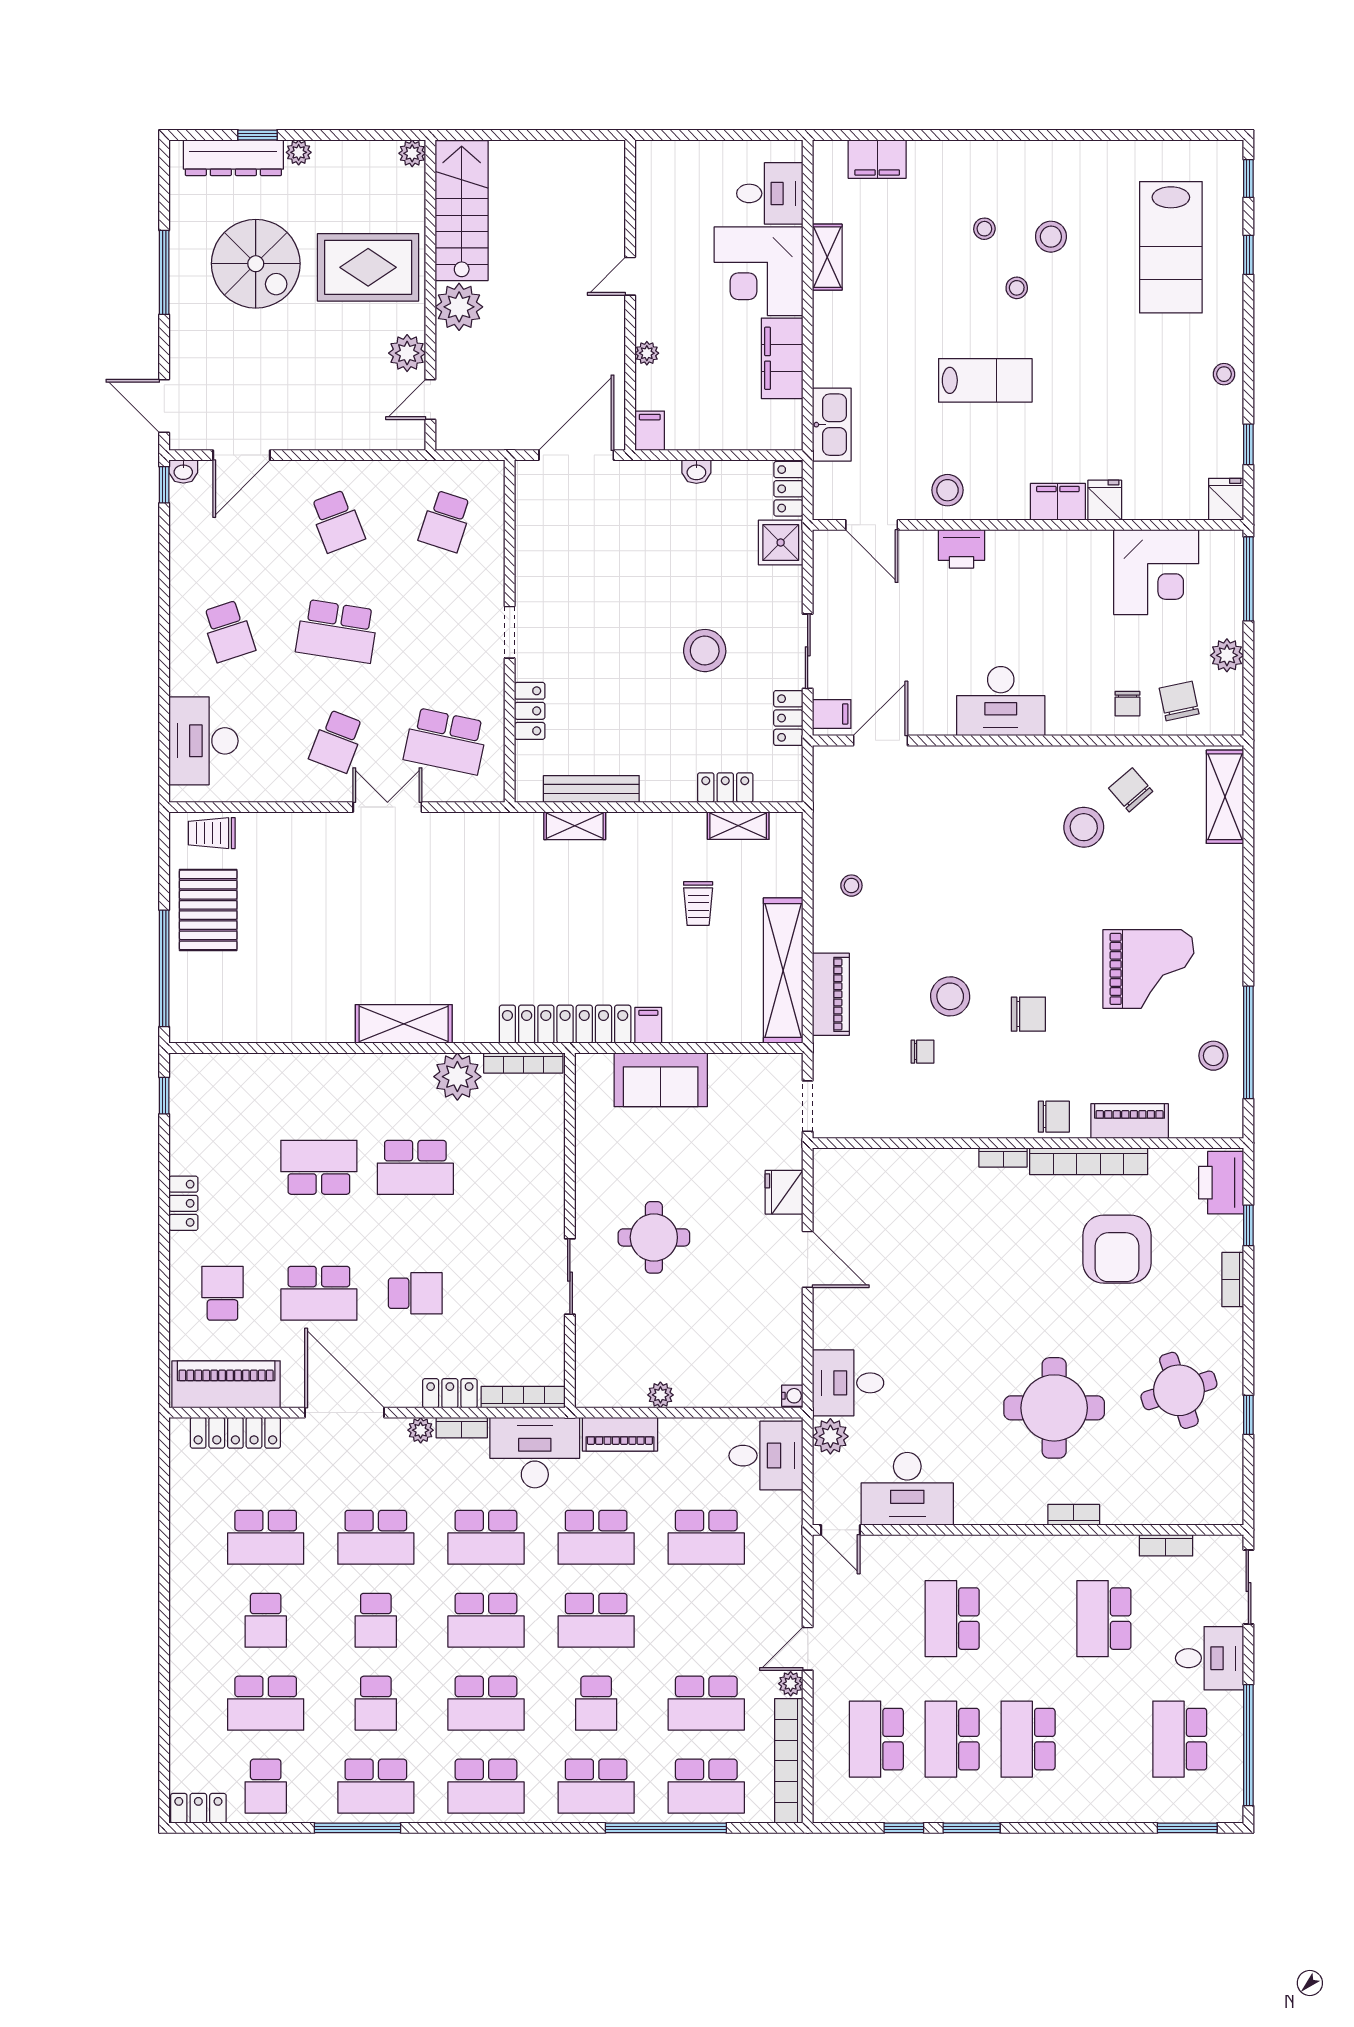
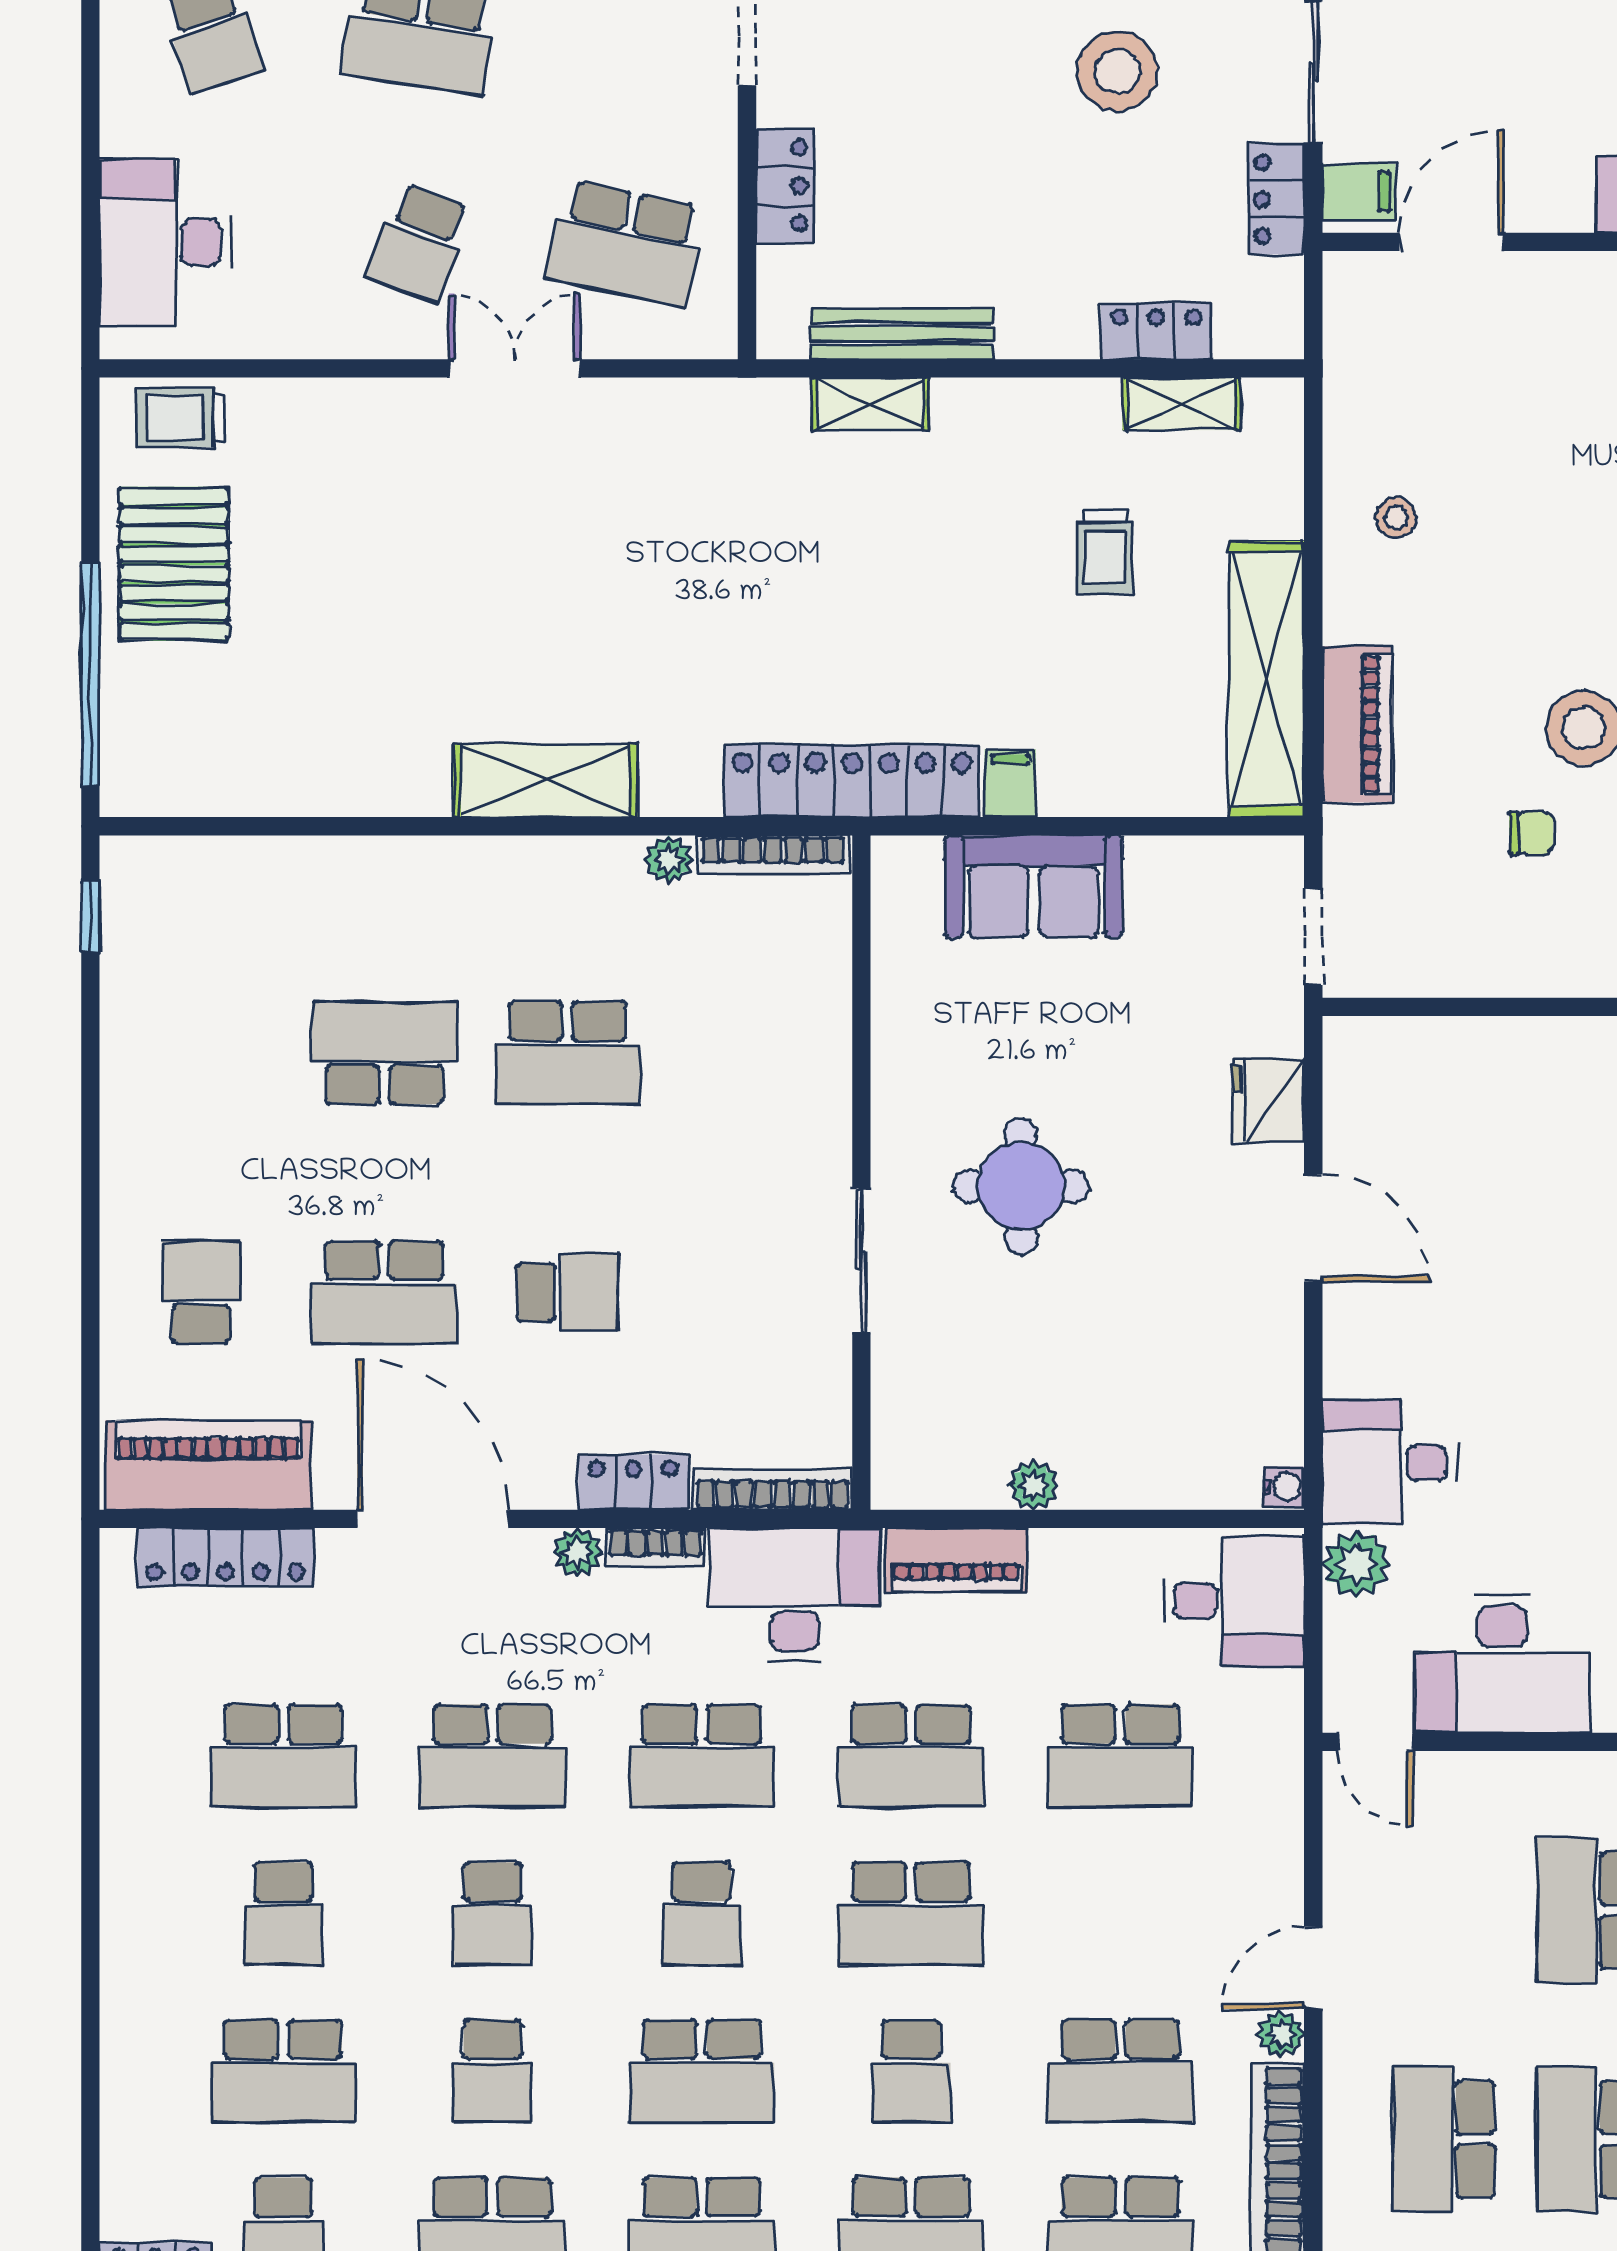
plant: (457, 1077) -> (669, 859), width x0.53, depth x0.53
locker: (183, 1203) -> (127, 1121), removed
school desk: (486, 1620) -> (702, 1913), width x0.54

